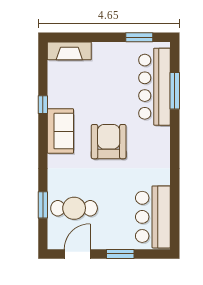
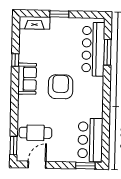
window: (139, 37) -> (59, 14), moved
window: (43, 205) -> (13, 146), moved
window: (120, 254) -> (85, 166), moved

